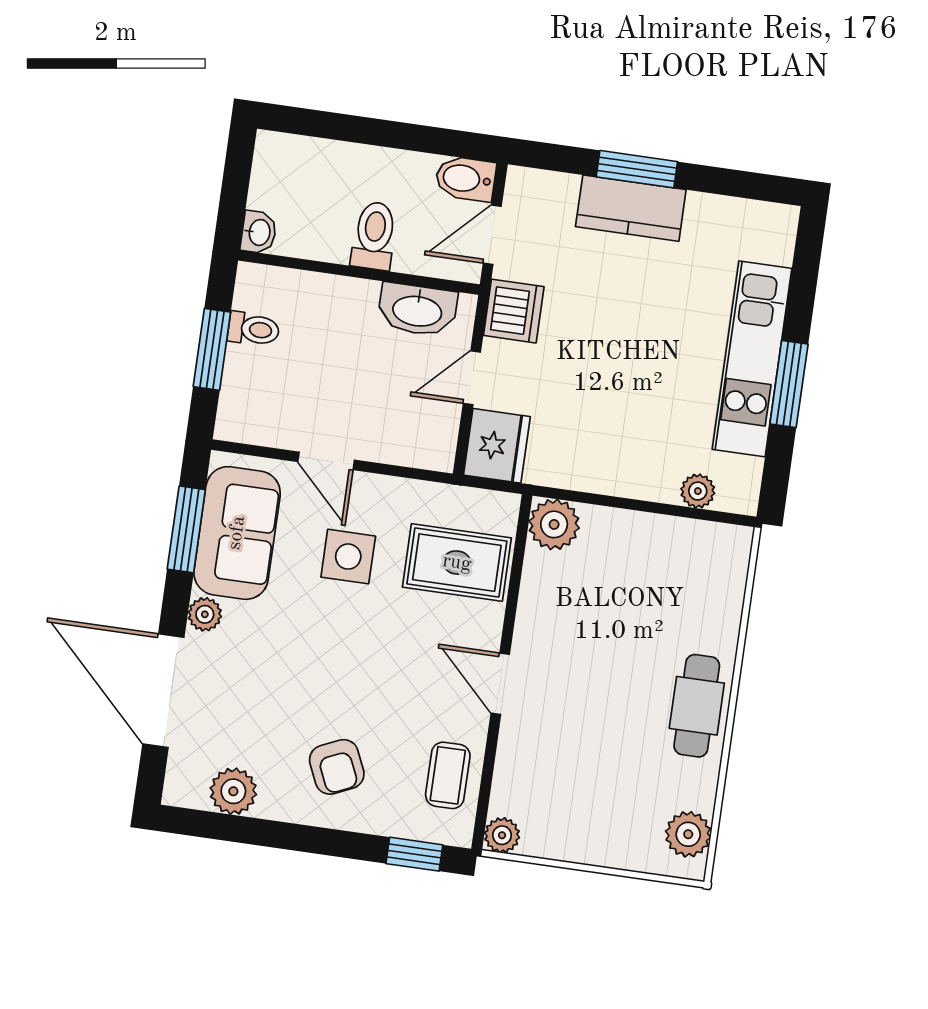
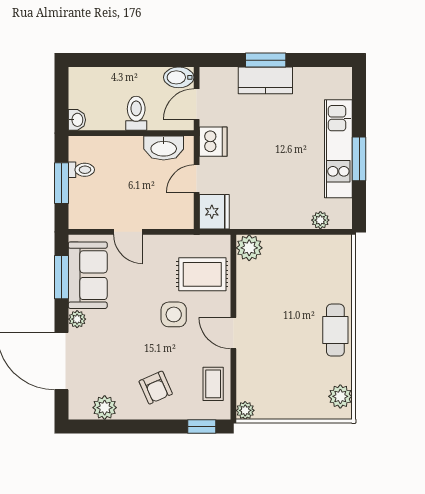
side table: (348, 557) -> (174, 314), moved

